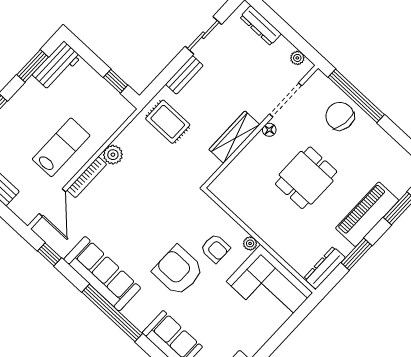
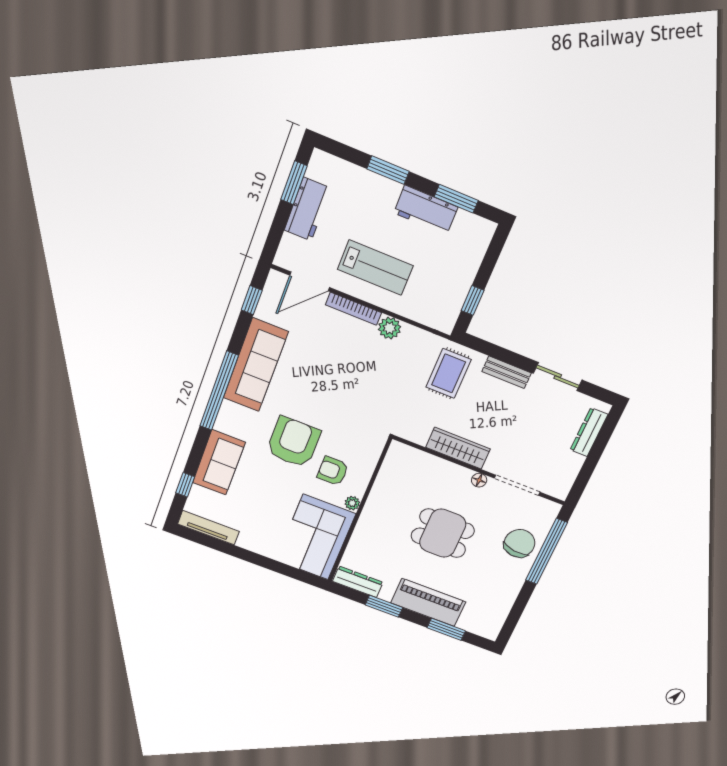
plant: (297, 58) -> (566, 481), removed
workbench: (57, 66) -> (426, 210), moved
armchair: (215, 248) -> (333, 471), turned 90

